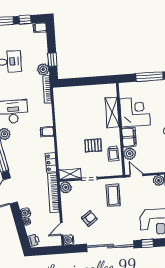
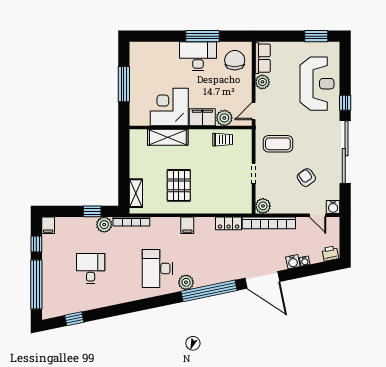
pallet: (93, 145) -> (179, 185), moved, width x1.50, depth x1.42
shelving: (70, 174) -> (136, 193), moved

